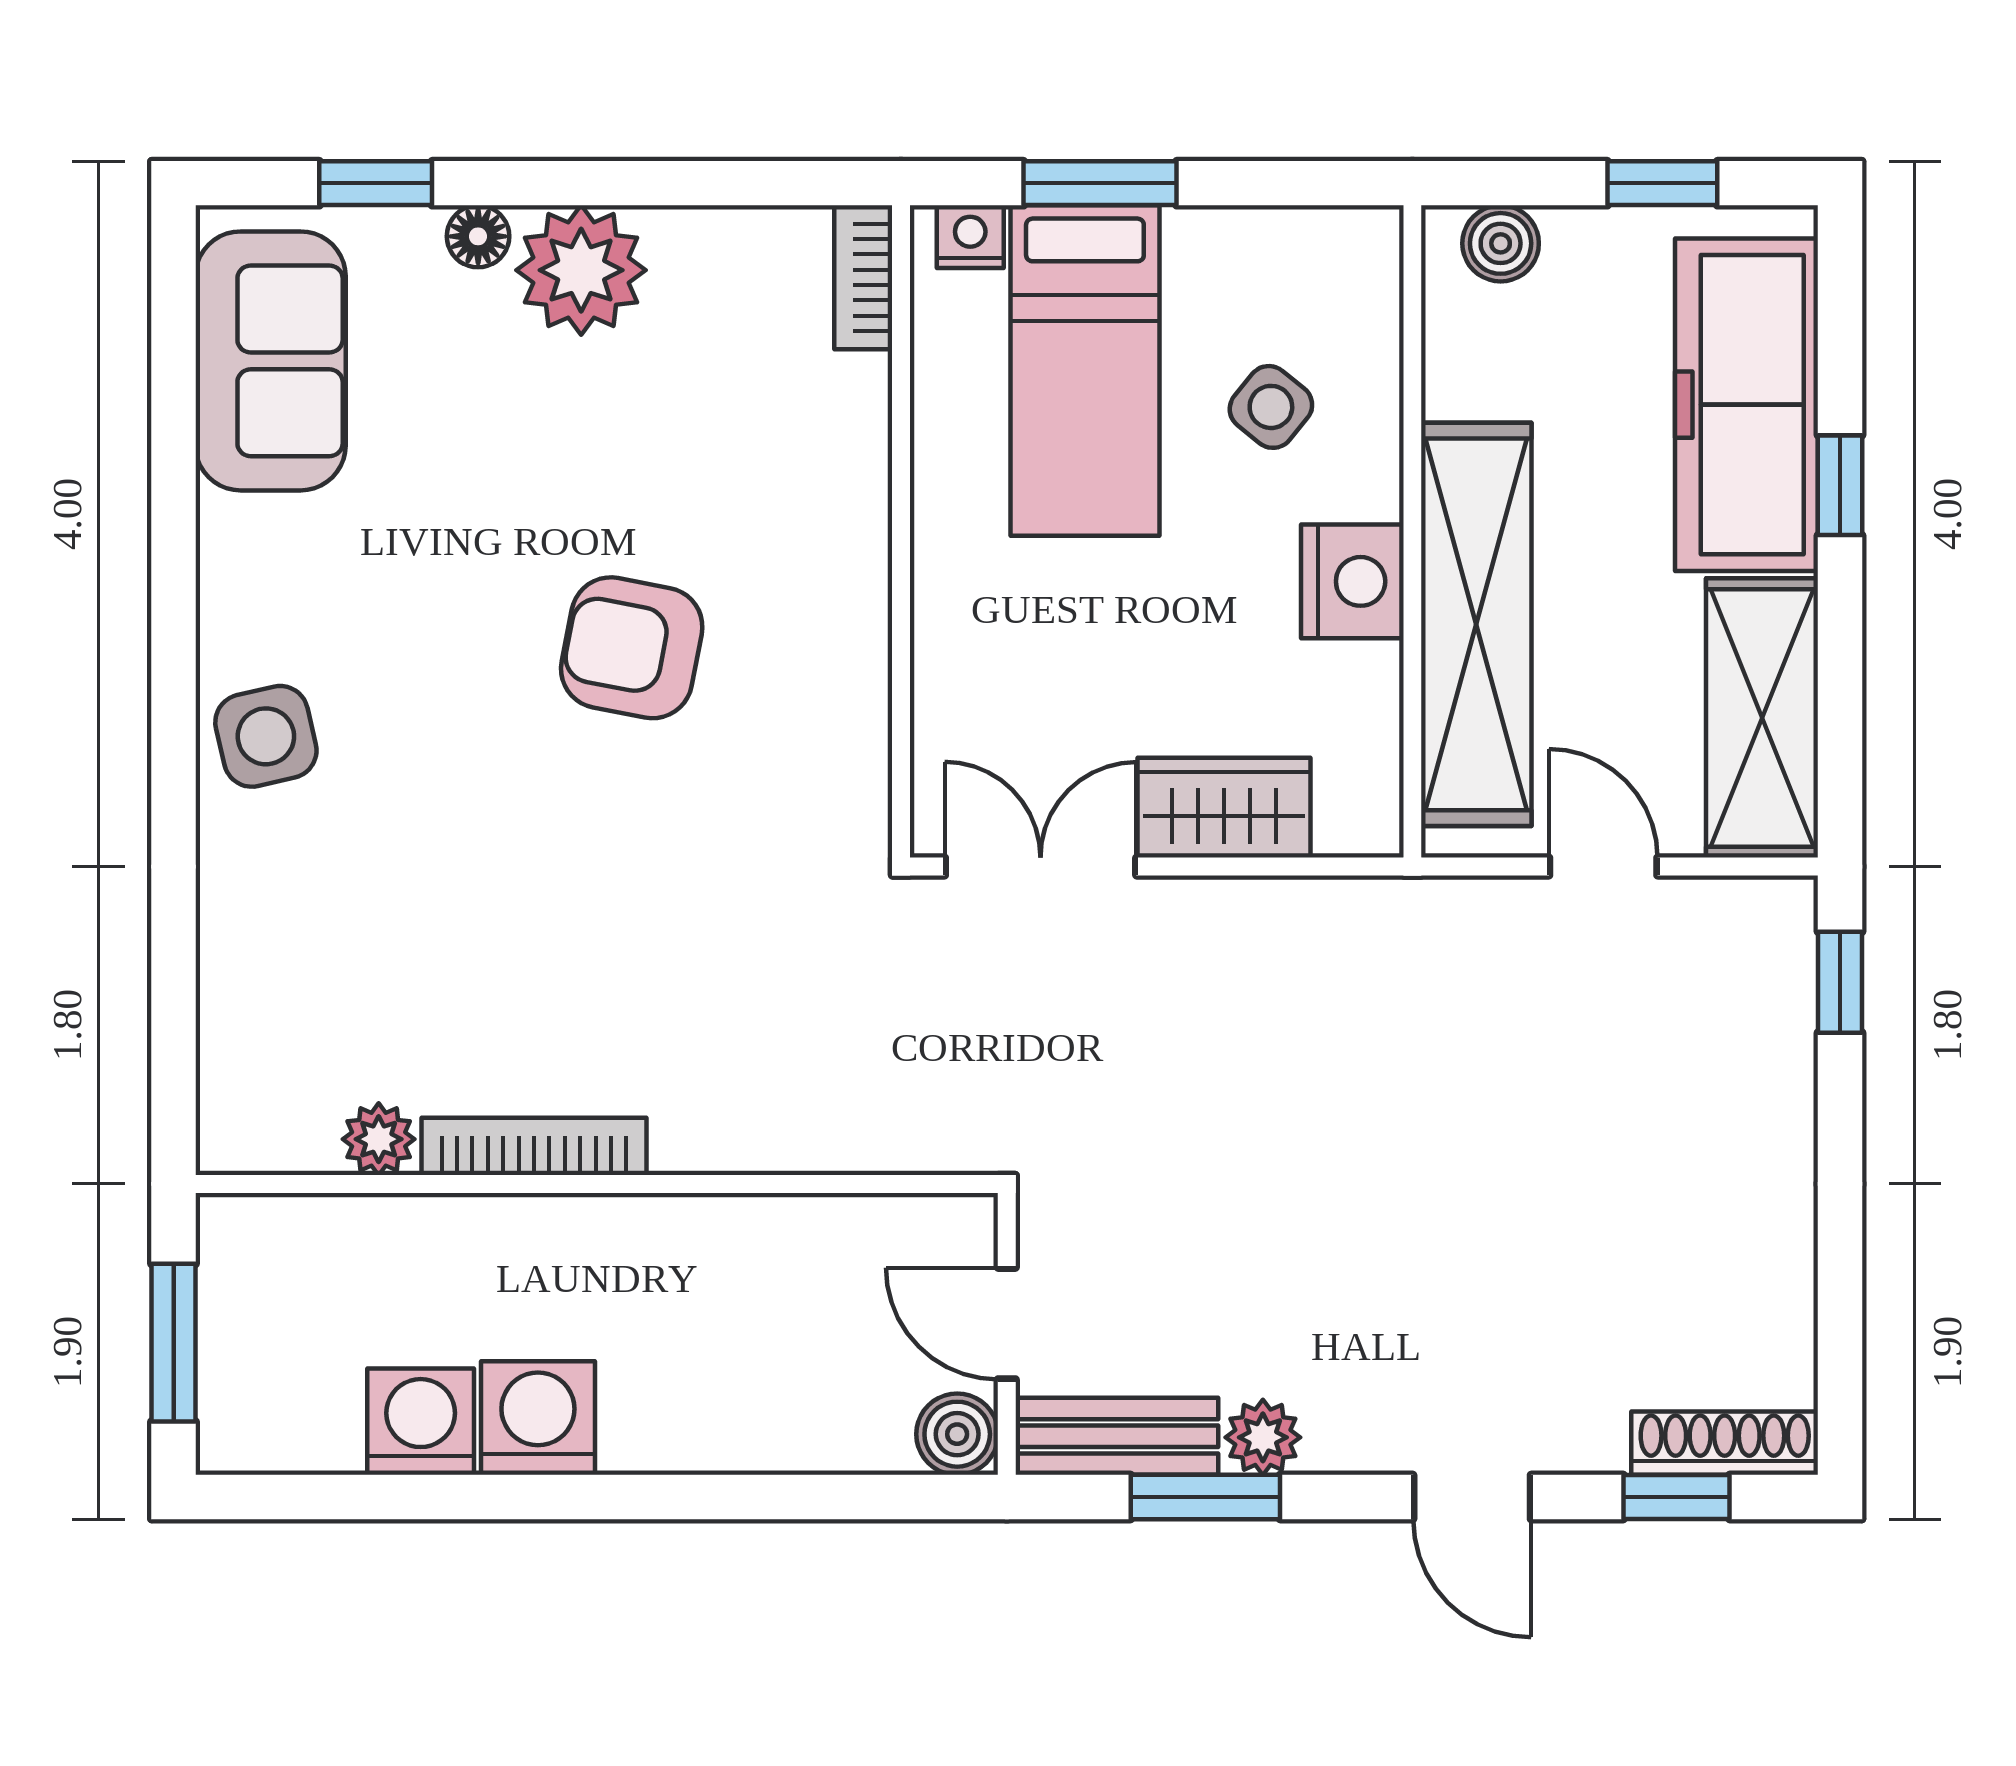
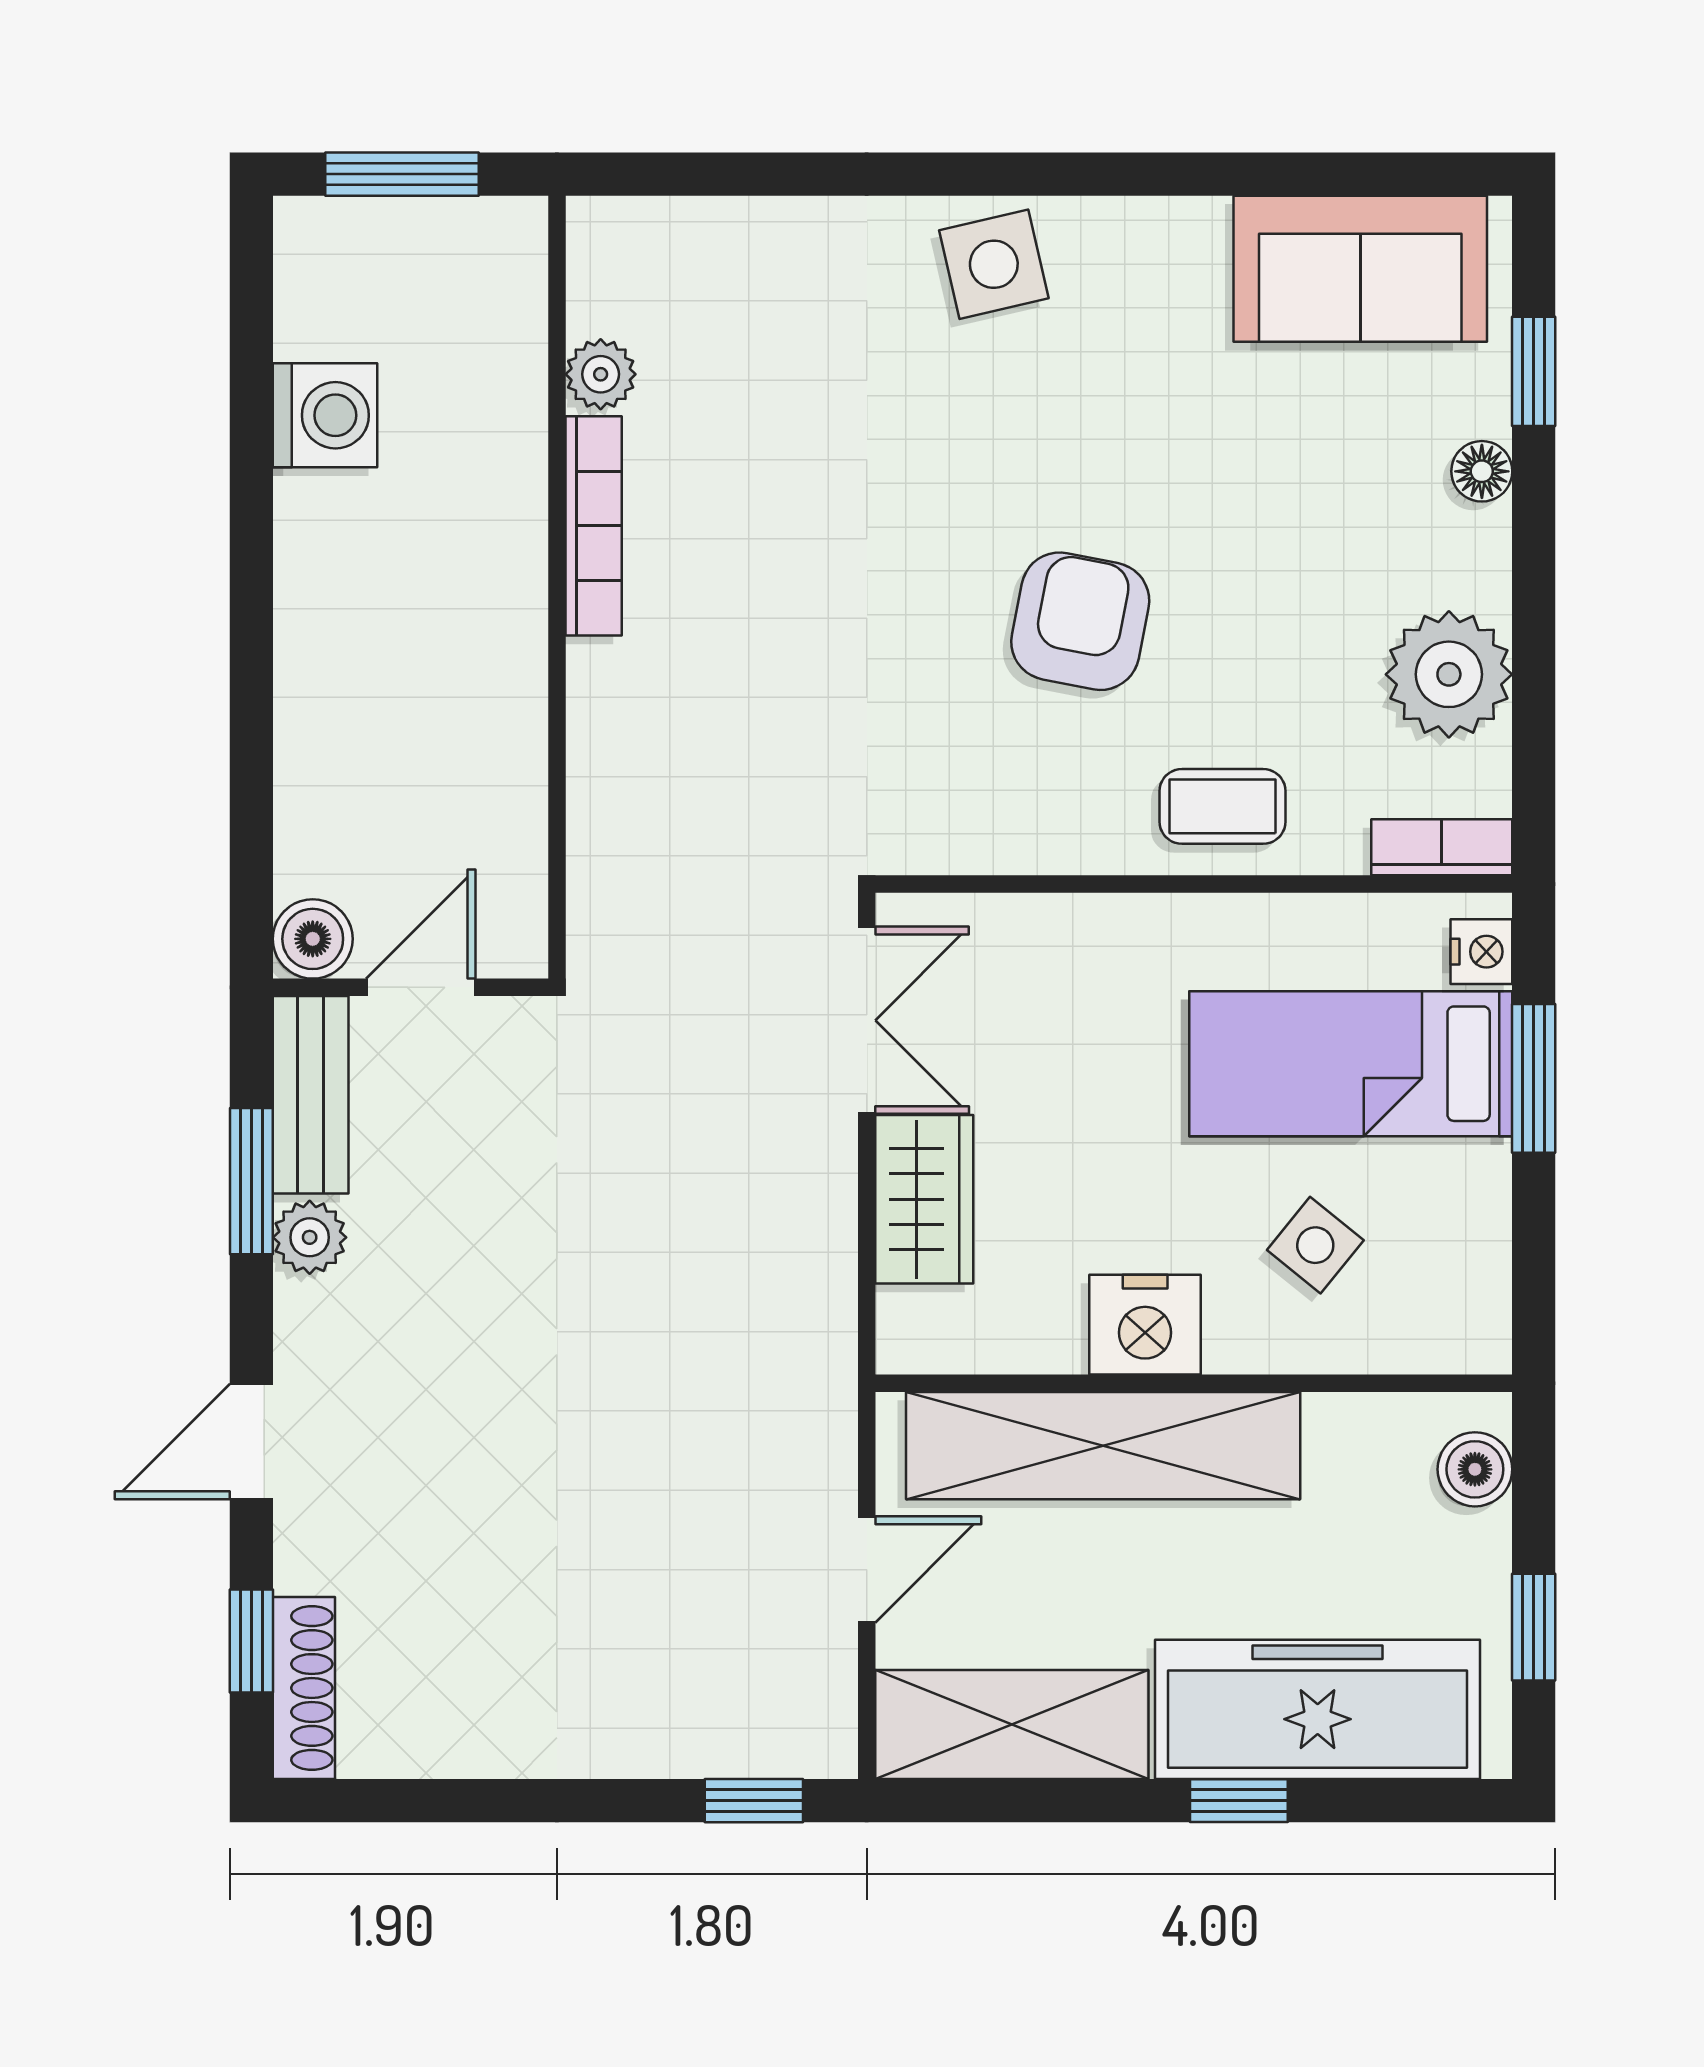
plant: (581, 270) -> (1449, 674), moved
coffee table: (821, 502) -> (1223, 806), added
washing machine: (538, 1418) -> (328, 530), removed

